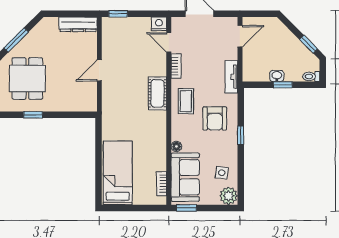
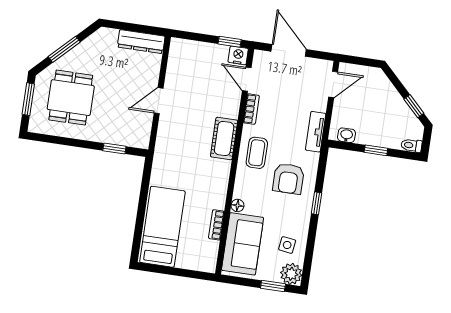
window: (118, 14) -> (230, 42), moved
washbasin: (277, 76) -> (346, 135), moved
window: (33, 115) -> (114, 148), moved
bookcase: (162, 184) -> (216, 225), moved
window: (186, 208) -> (273, 286), moved

